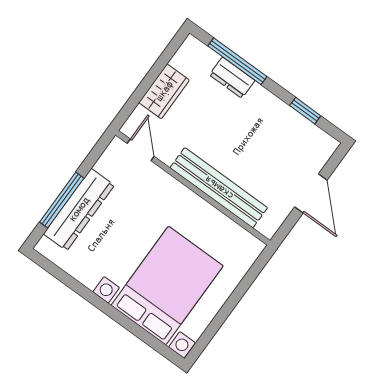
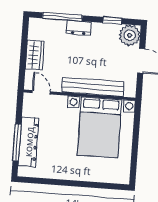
dresser: (232, 78) -> (78, 28), moved
plant: (317, 147) -> (130, 35), added
bed with nightstands: (167, 286) -> (100, 127), moved, turned 180

